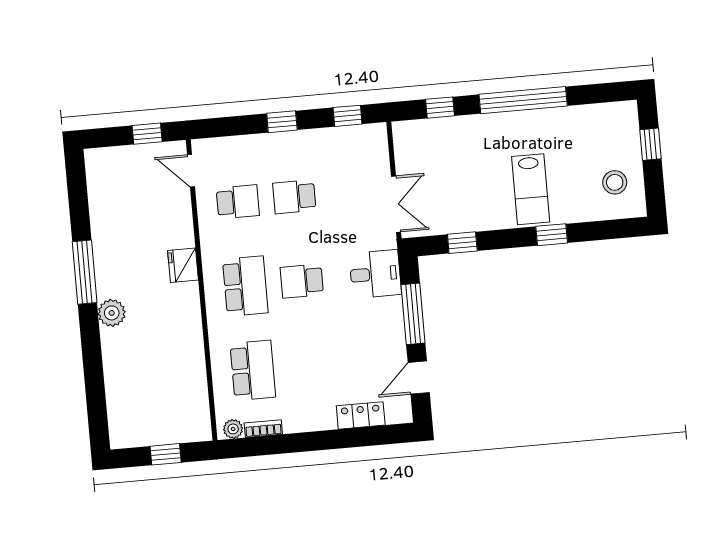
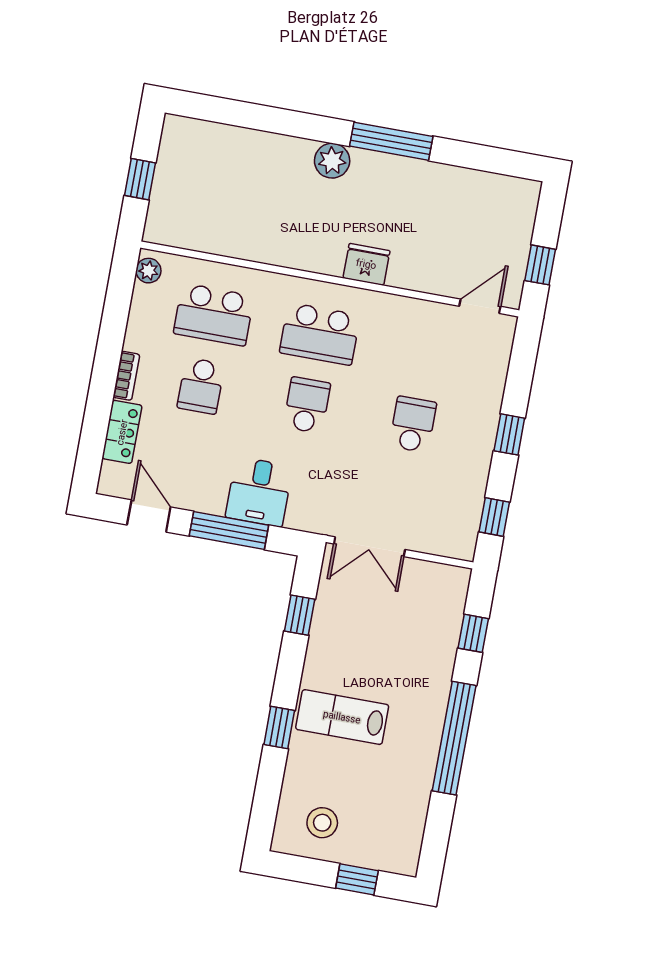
school desk: (238, 202) -> (201, 386), moved
desk: (375, 274) -> (259, 492), moved
bookcase: (263, 429) -> (126, 376), moved

